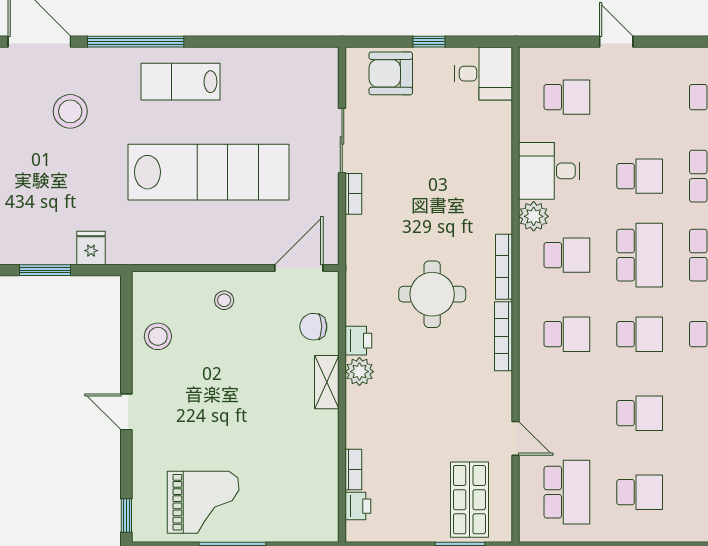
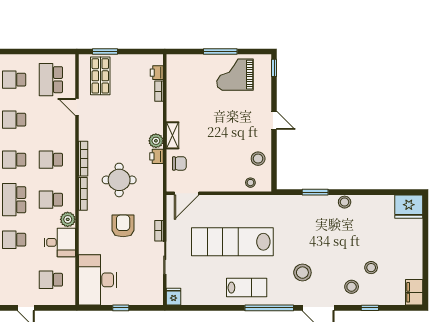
armchair: (391, 73) -> (123, 226), moved, turned -90
desk: (484, 74) -> (97, 280), width x1.87, depth x1.30
fridge: (91, 248) -> (174, 297), moved, turned 180
stool: (224, 300) -> (250, 183), moved

